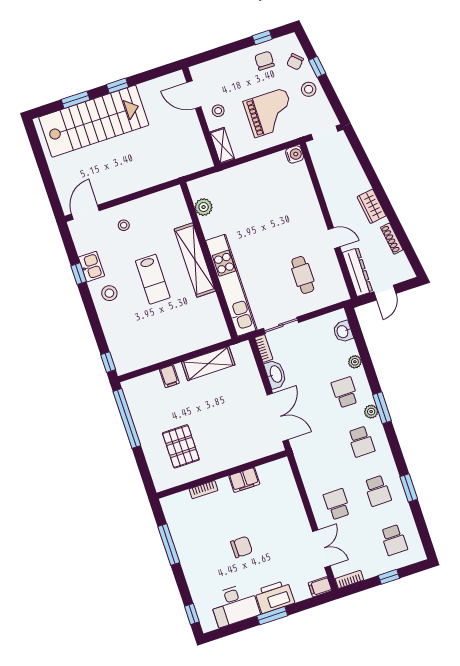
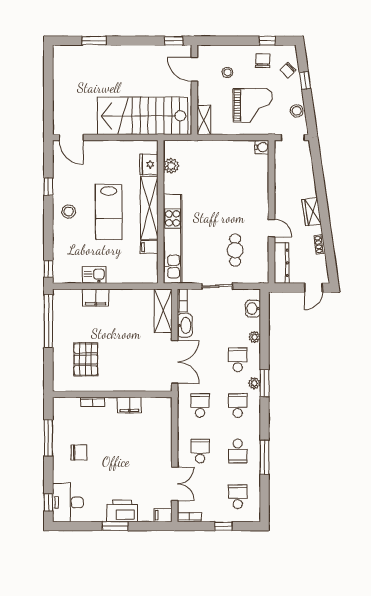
window: (118, 86) -> (174, 41), moved
stool: (309, 89) -> (297, 111), moved
stool: (218, 111) -> (227, 72), moved
stairs: (94, 121) -> (143, 116), moved, turned 180
door: (85, 212) -> (71, 137), swing flipped
fridge: (179, 213) -> (149, 164), added
stool: (124, 225) -> (99, 159), removed
shoe rack: (392, 239) -> (320, 244), width x0.70
kitchen sink: (91, 267) -> (94, 275), moved, turned -90
lab bench: (153, 279) -> (109, 212), width x1.36, depth x1.39
door: (385, 293) -> (314, 288), moved
filing cabinet: (209, 303) -> (149, 247), added
sliding door: (281, 325) -> (217, 286), moved
shelving: (208, 363) -> (163, 311), moved, turned 90
filing cabinet: (169, 376) -> (96, 298), width x2.00
school desk: (361, 442) -> (238, 405), turned 180
school desk: (321, 455) -> (200, 405), added
window: (409, 488) -> (264, 457), width x1.44
school desk: (394, 540) -> (238, 497), turned 180
chair: (241, 547) -> (79, 453), moved
desk: (234, 605) -> (68, 503), moved, turned 90

